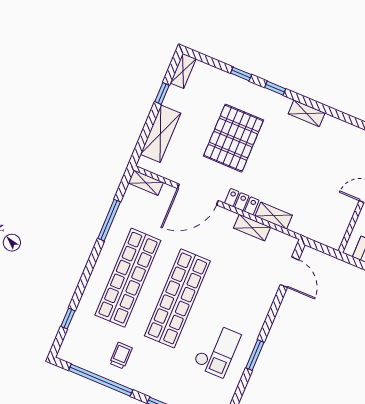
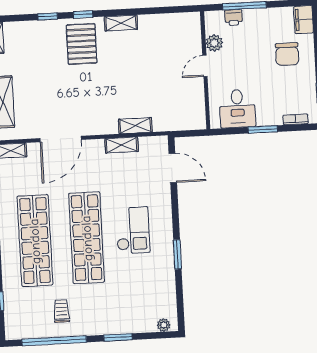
pallet: (233, 138) -> (82, 44), moved, width x0.73, depth x0.71
locker: (242, 202) -> (102, 127), removed
checkout: (217, 350) -> (133, 230), moved

